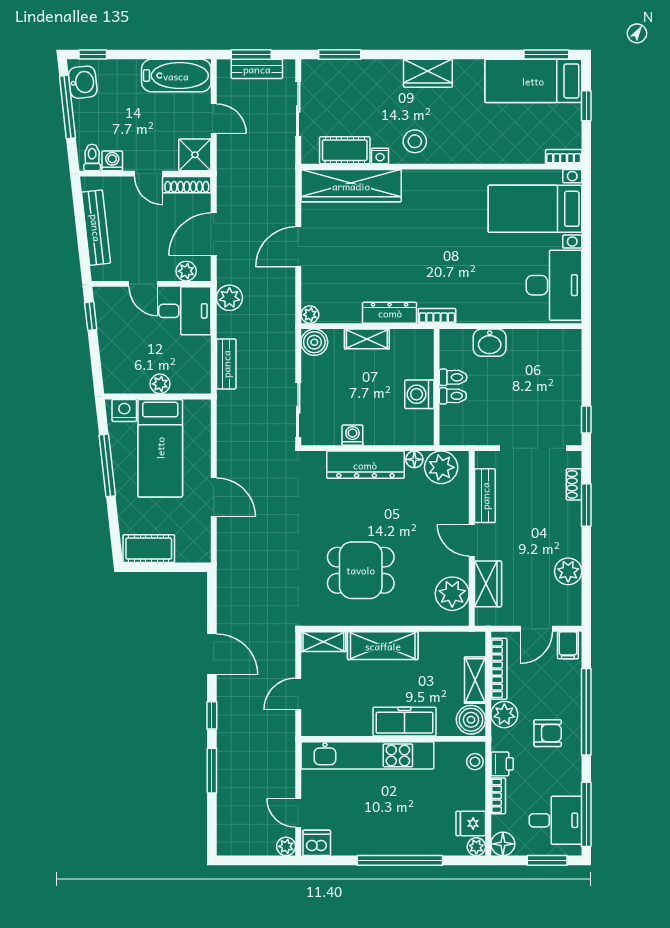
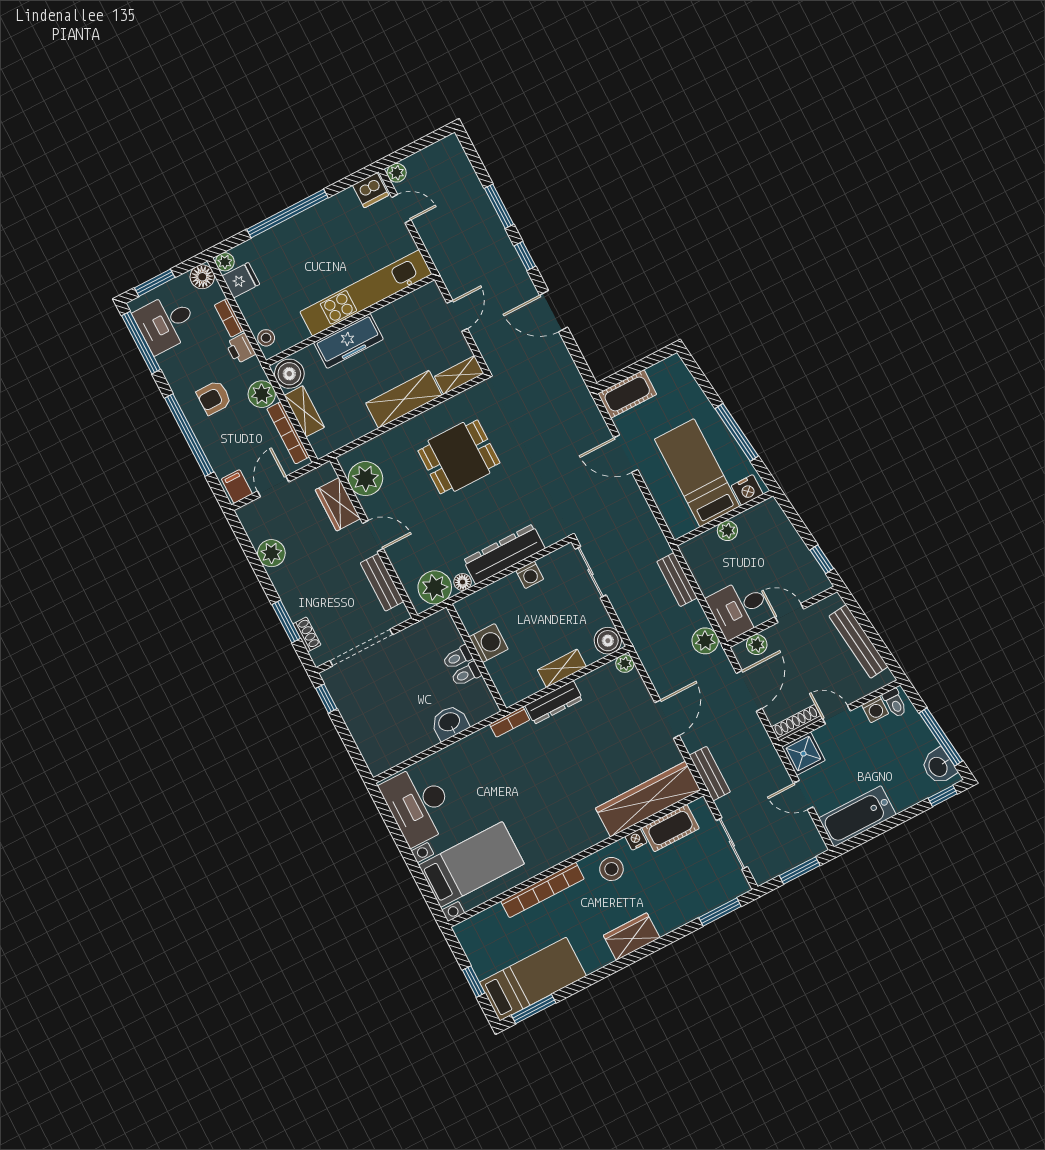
bench: (257, 69) -> (710, 774), moved, turned 90
bookcase: (564, 157) -> (542, 890), moved, width x2.31, depth x1.31
cot: (149, 549) -> (627, 394), moved

